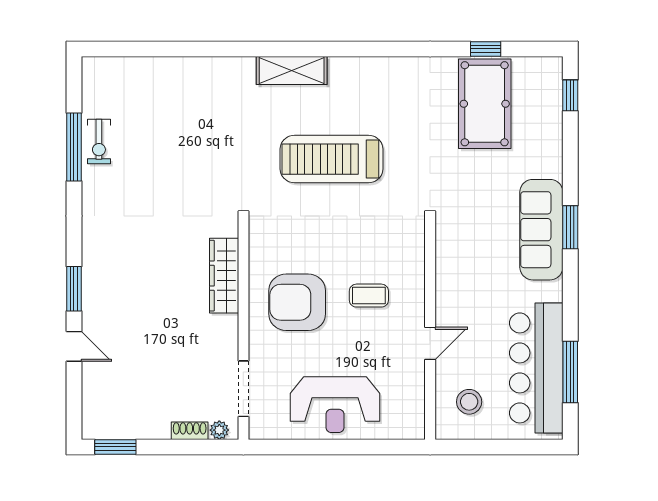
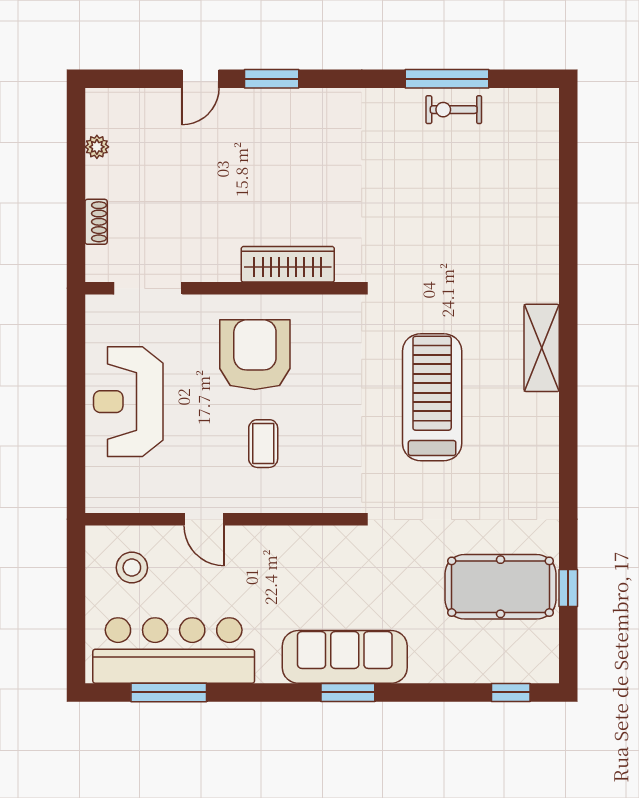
plant: (219, 430) -> (97, 147), moved
window: (115, 447) -> (76, 130), removed

